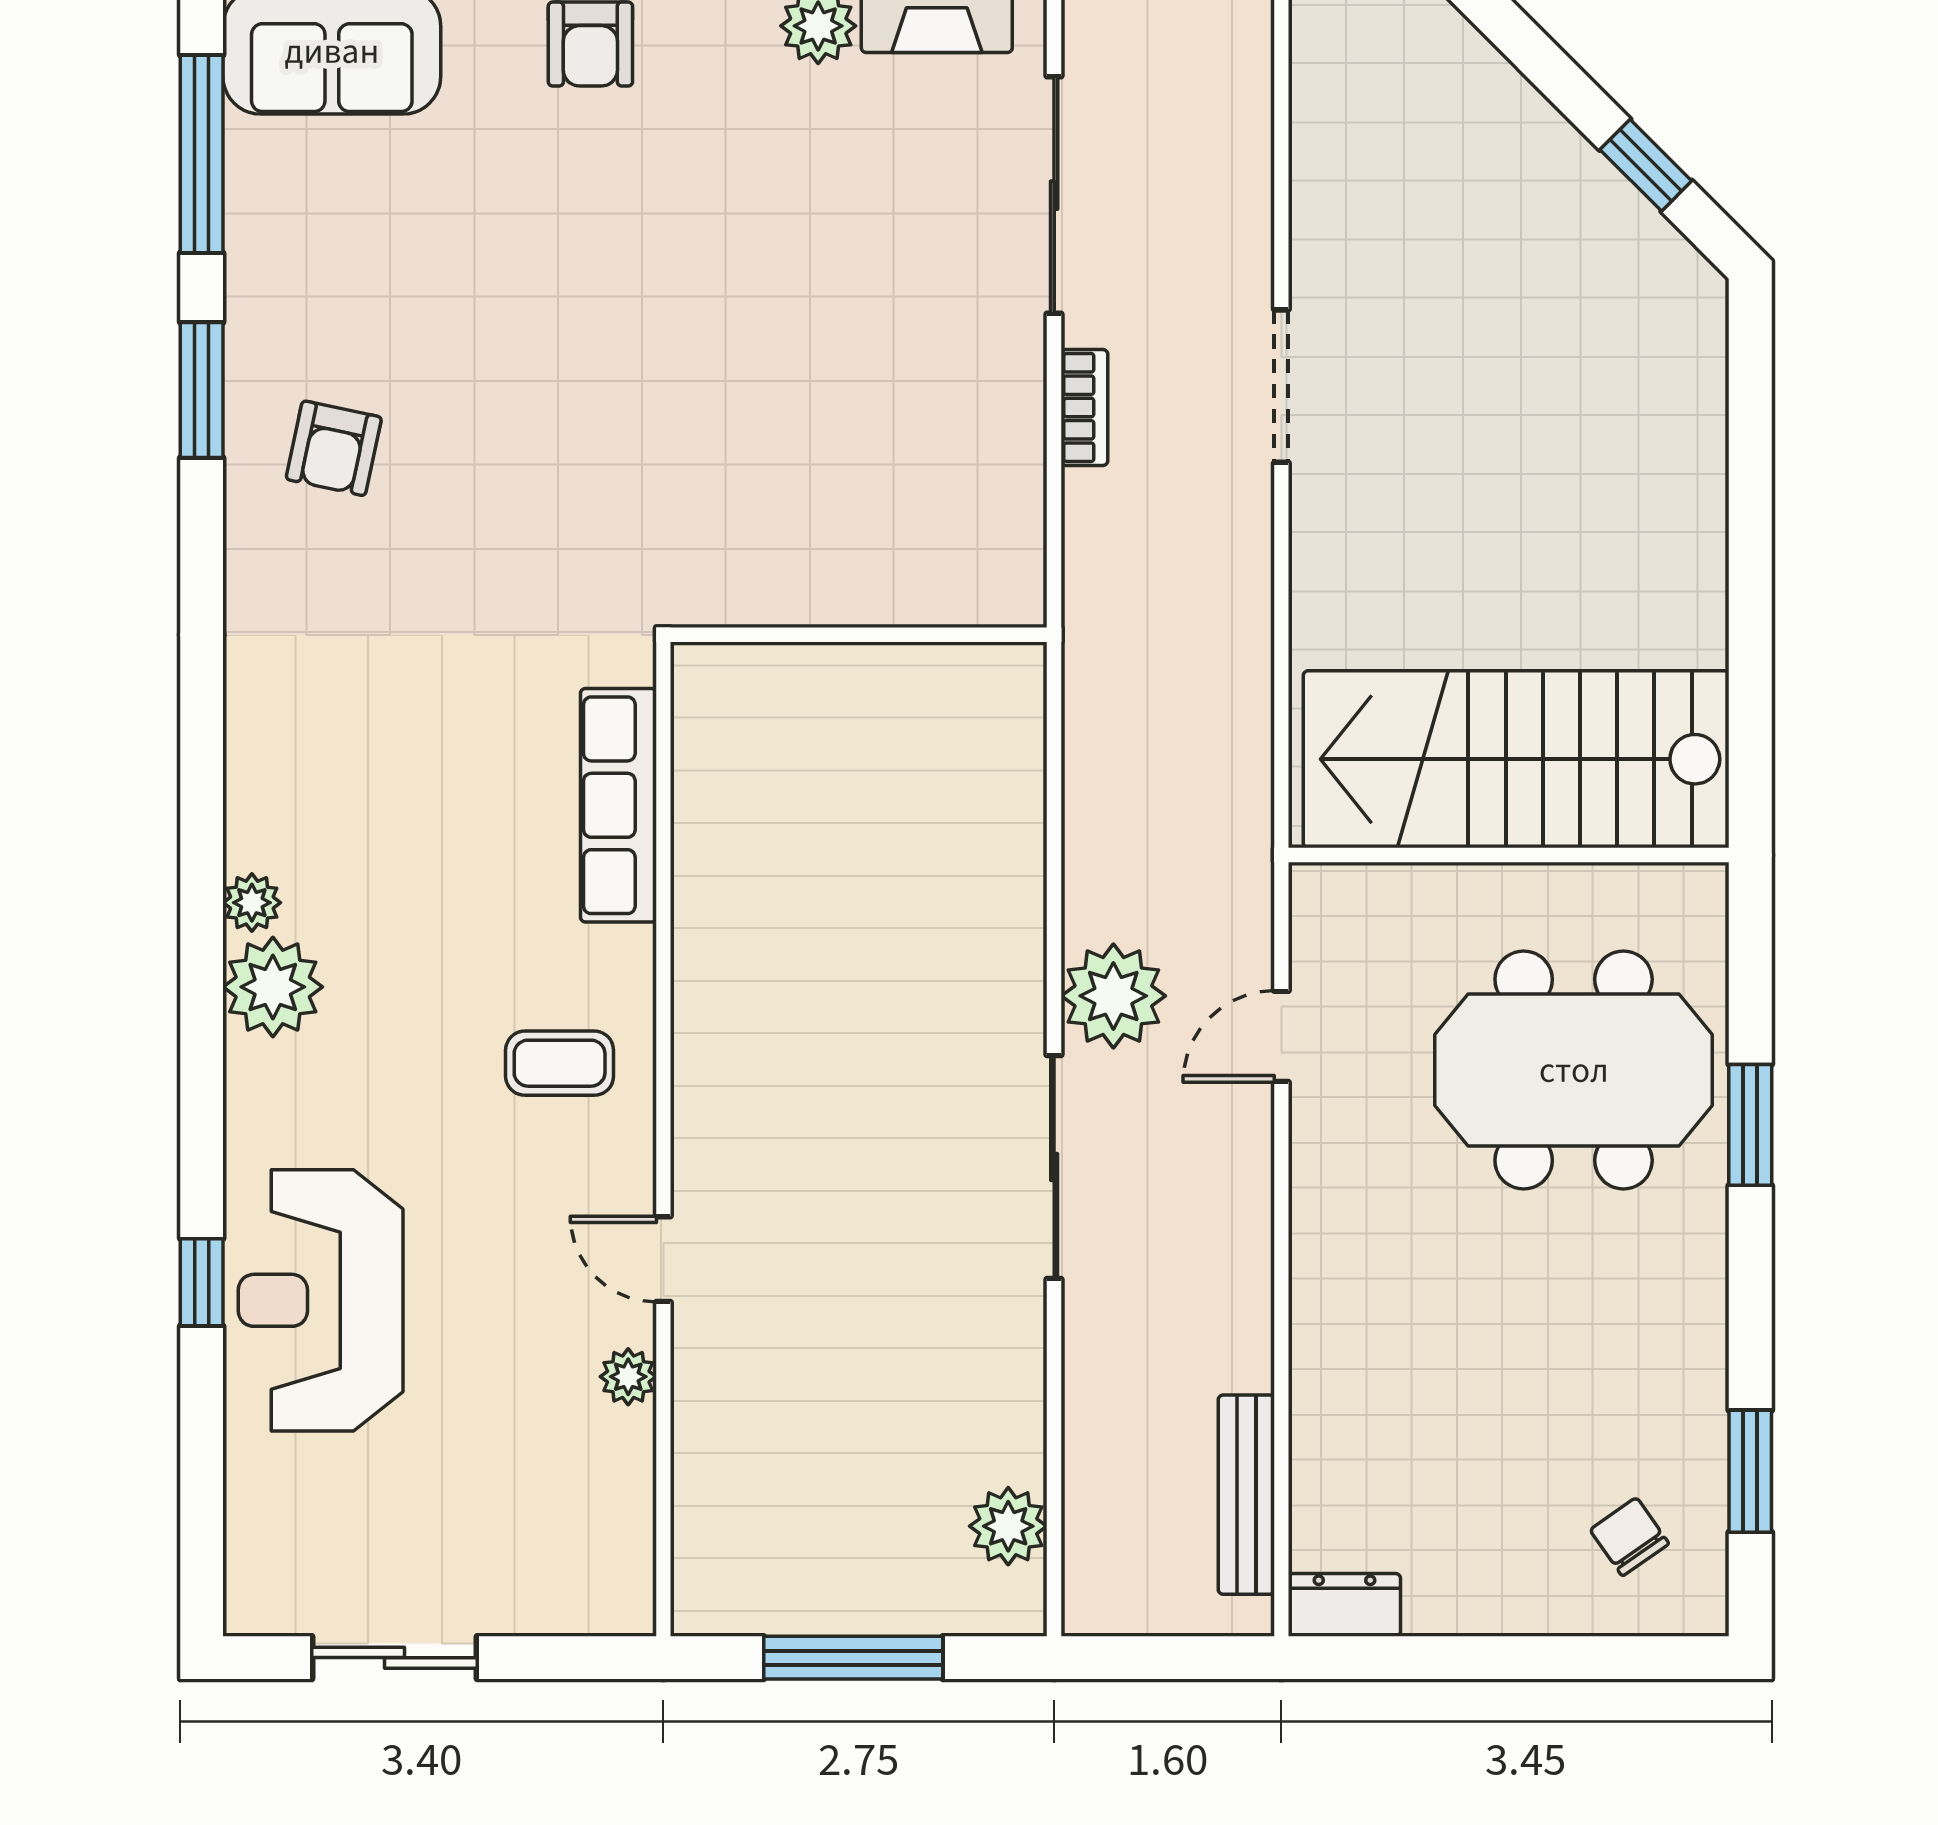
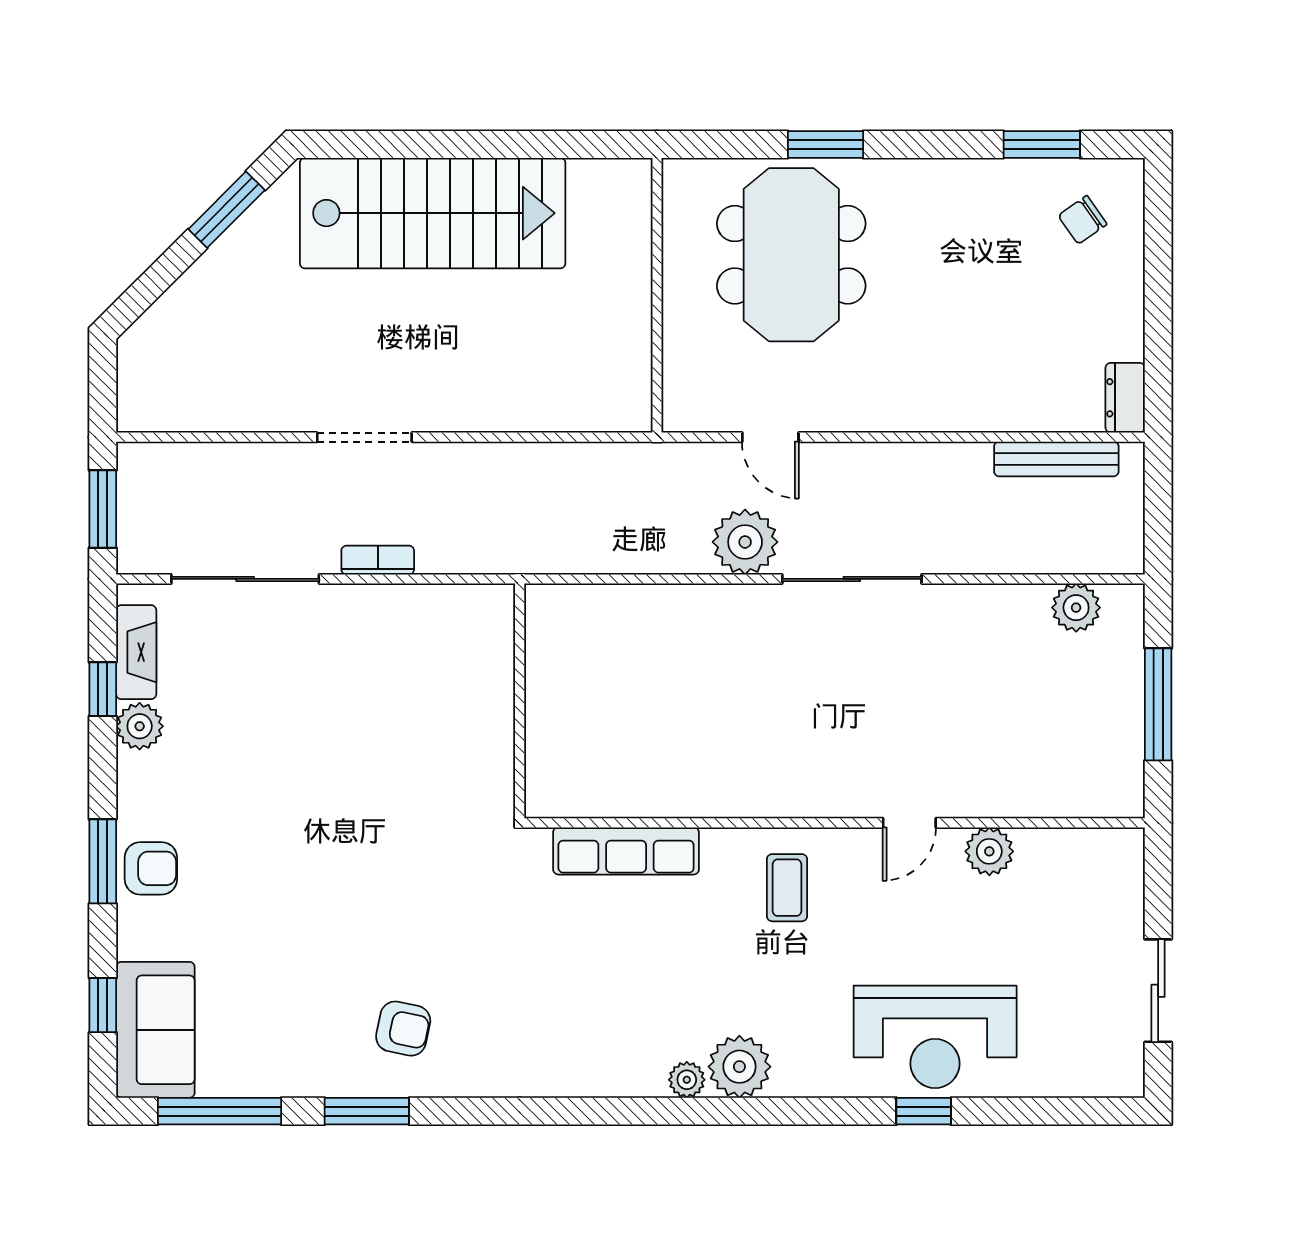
window: (1646, 165) -> (227, 210), width x1.50
stairs: (1516, 759) -> (433, 213), moved, turned -90
plant: (628, 1377) -> (989, 851), width x1.38, depth x1.38

